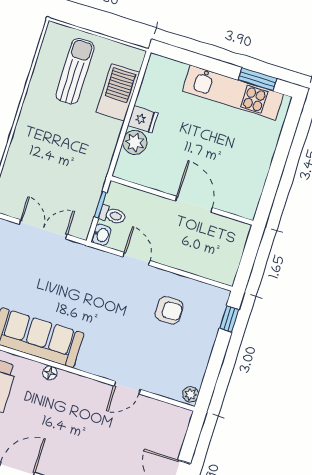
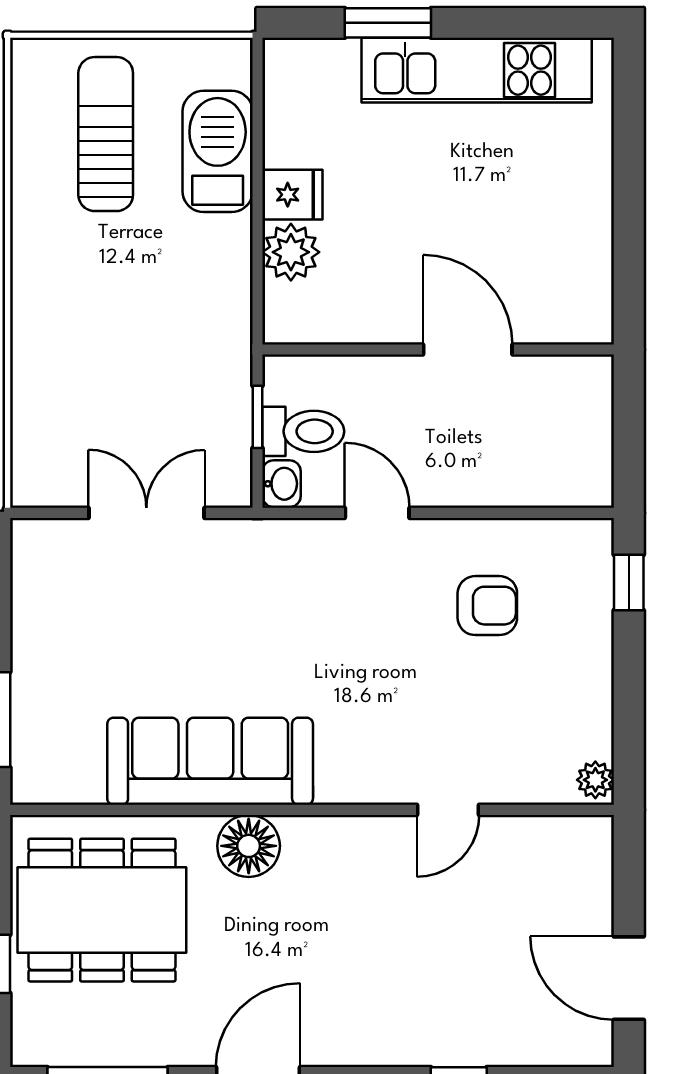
window: (257, 79) -> (388, 23), moved
toilet: (112, 215) -> (303, 431), width x1.37, depth x1.39
floor lamp: (50, 373) -> (249, 846), width x1.89, depth x1.89

